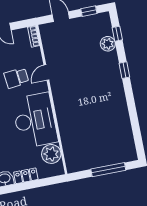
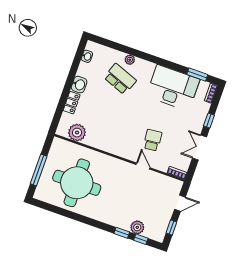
window: (124, 70) -> (122, 233), moved
desk: (35, 120) -> (111, 135), removed
round table: (99, 126) -> (77, 183), added

